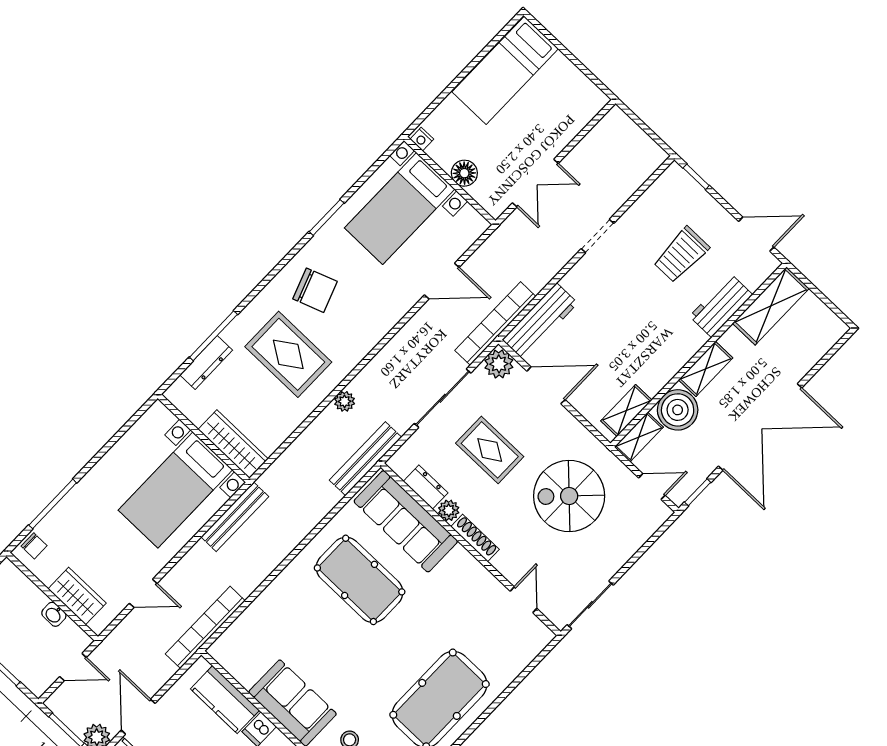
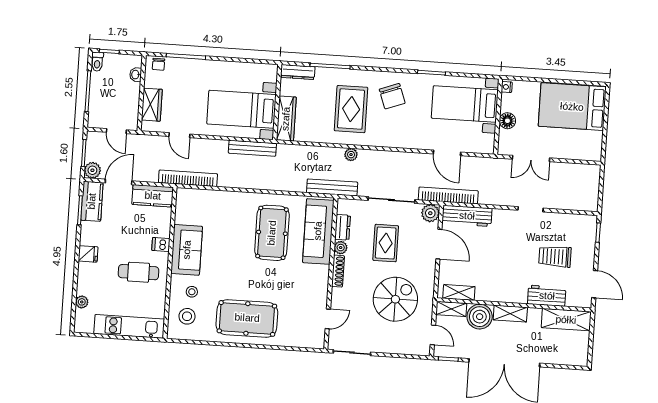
bed: (505, 70) -> (572, 107), width x1.50
dresser: (206, 363) -> (298, 72), moved
spiral stairs: (569, 496) -> (395, 299), turned 90
washbasin: (54, 614) -> (136, 75), moved
kitchen counter: (225, 700) -> (153, 196), moved, turned -90

